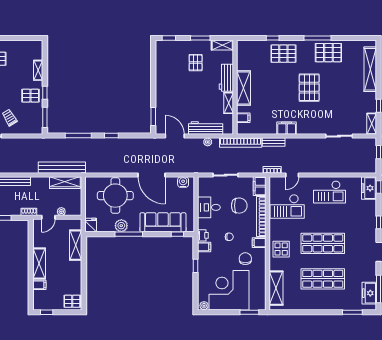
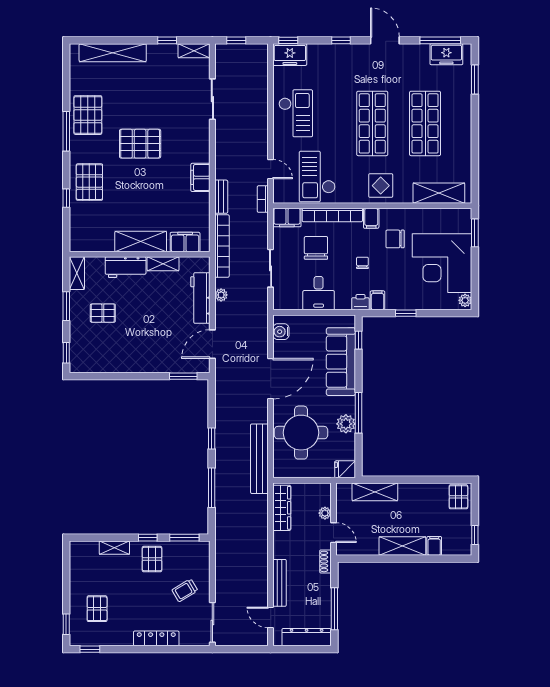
filing cabinet: (243, 118) -> (185, 242), width x2.00
bench: (62, 168) -> (259, 459), moved
checkout: (287, 206) -> (317, 177), turned 180

